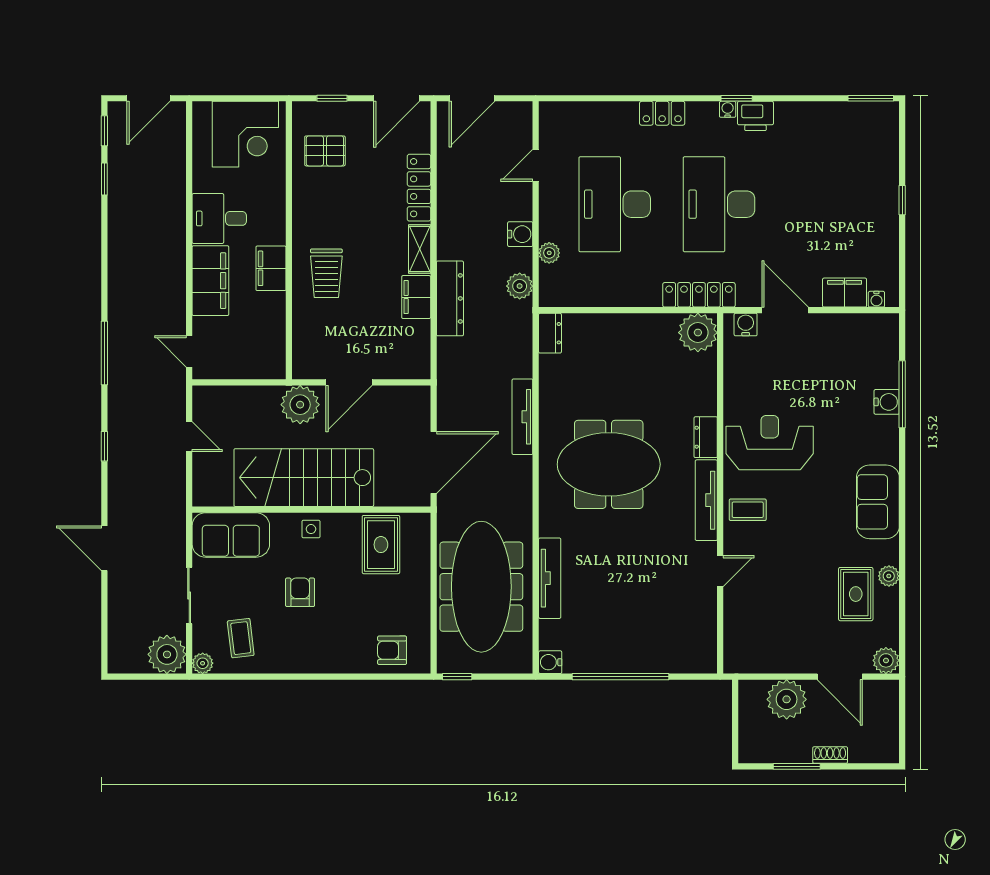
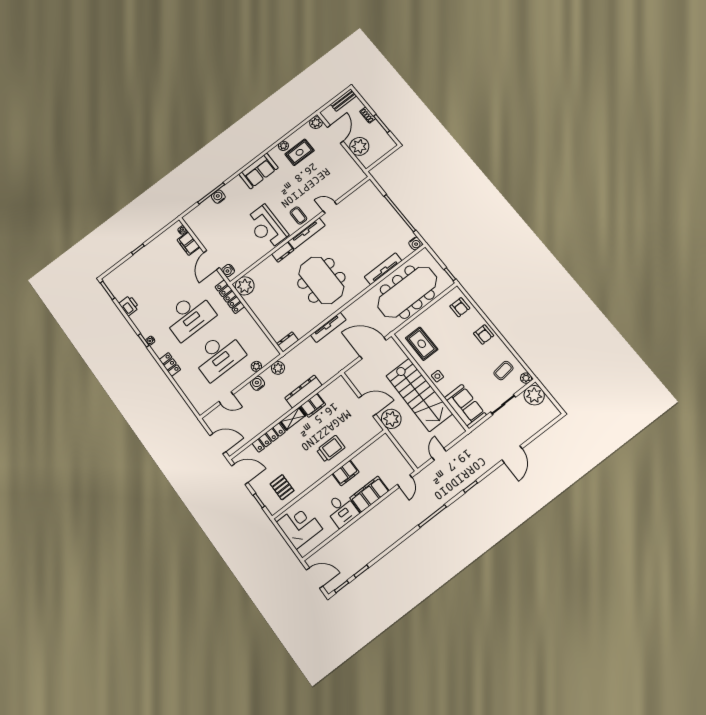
printer: (755, 116) -> (129, 306), moved
rug: (381, 545) -> (422, 344), turned 90
armchair: (300, 592) -> (484, 335), moved, turned -90
bench: (889, 736) -> (343, 100), added

